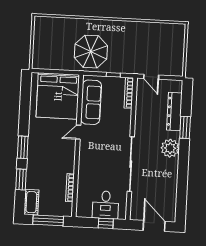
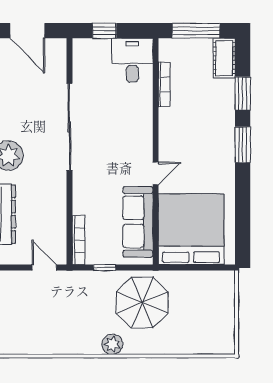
plant: (111, 26) -> (112, 344), added
desk: (106, 205) -> (132, 60), moved

